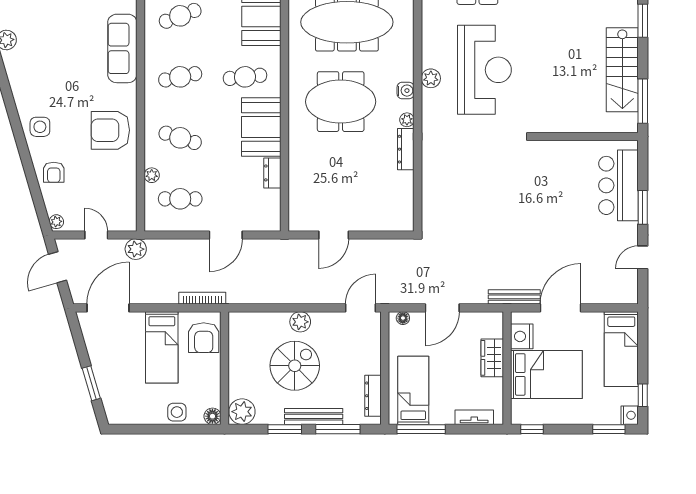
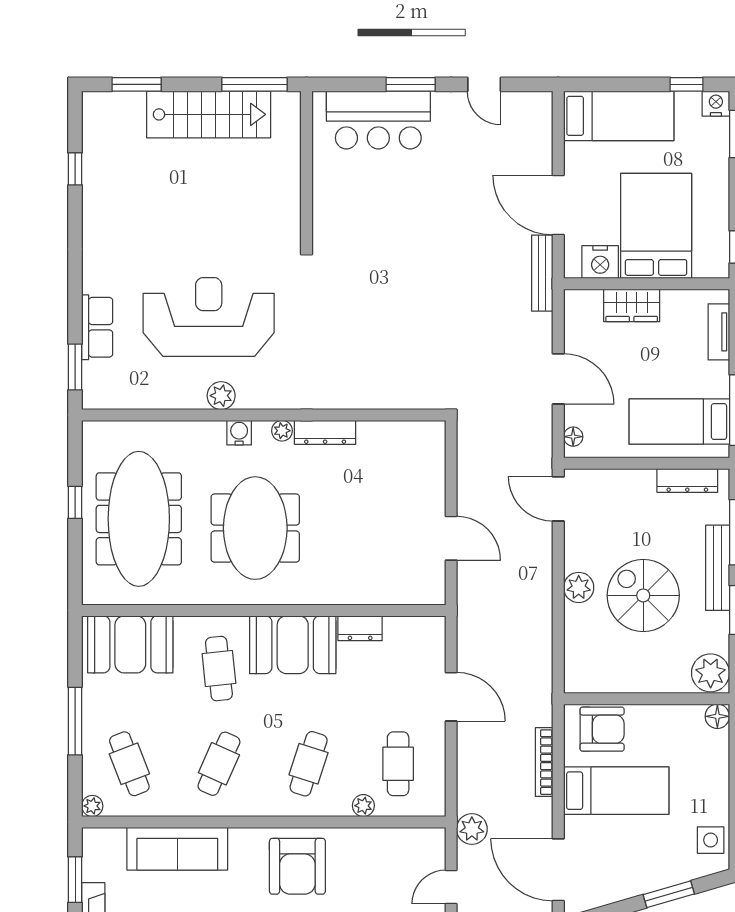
cafe table: (180, 77) -> (219, 764), turned 36
bookcase: (202, 298) -> (544, 762), moved
side table: (177, 412) -> (711, 840), moved

